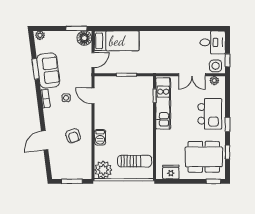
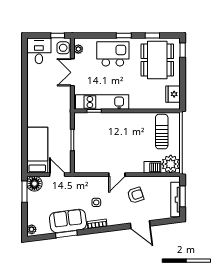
double door: (192, 75) -> (72, 72), swing flipped
door: (93, 96) -> (117, 175), moved
barbecue: (100, 137) -> (152, 167), moved
tv unit: (69, 174) -> (176, 200), added

